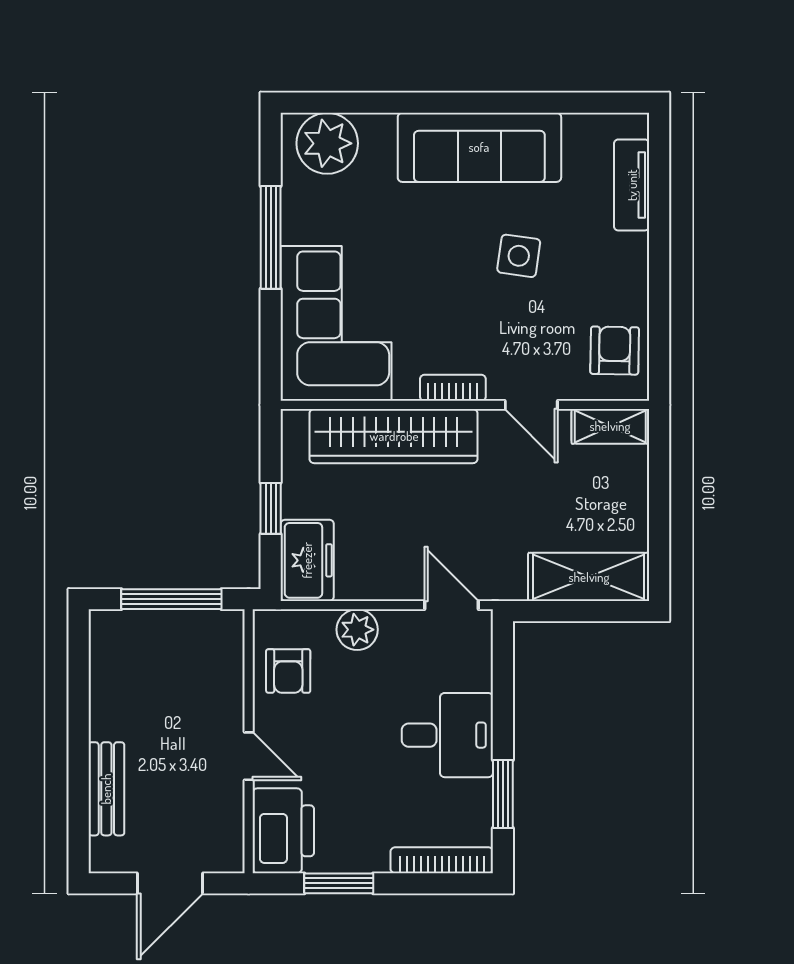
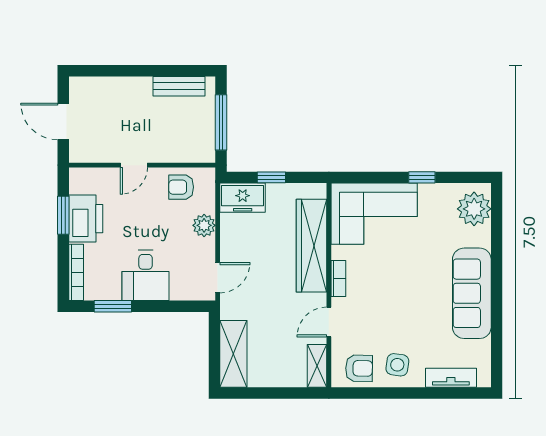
window: (271, 237) -> (422, 177), width x0.46
side table: (519, 256) -> (397, 365), moved
bench: (106, 789) -> (179, 86), moved
printer: (283, 831) -> (86, 219), moved, turned -90

